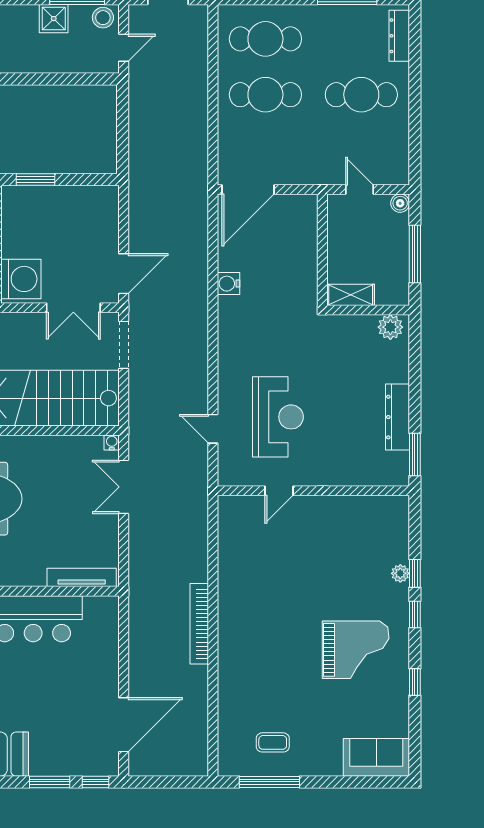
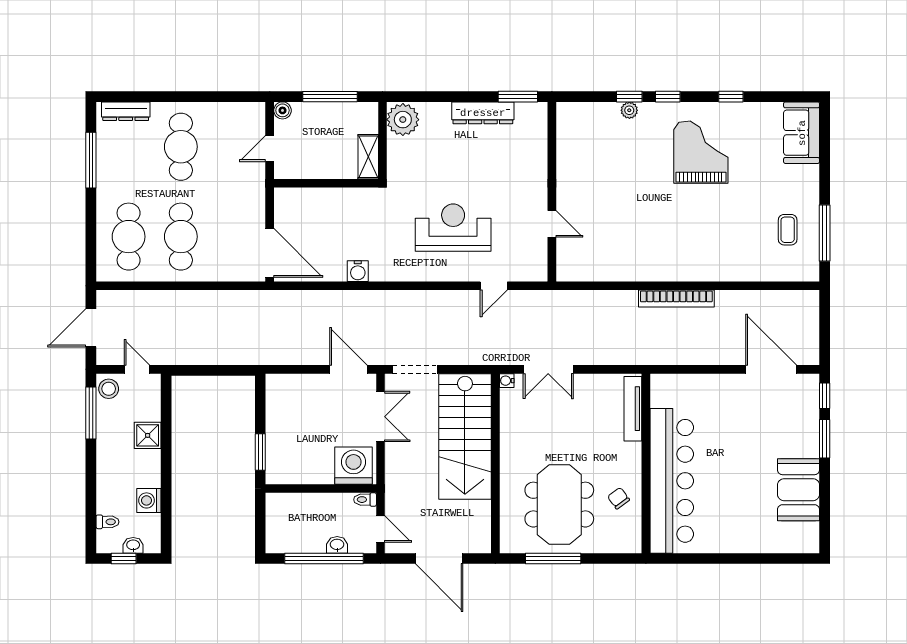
shower: (54, 19) -> (148, 435), moved
plant: (390, 327) -> (403, 120), width x1.36, depth x1.36
reception desk: (278, 417) -> (453, 228), moved

